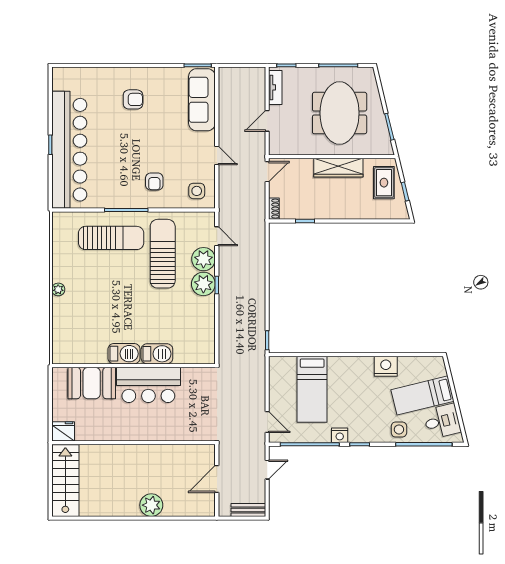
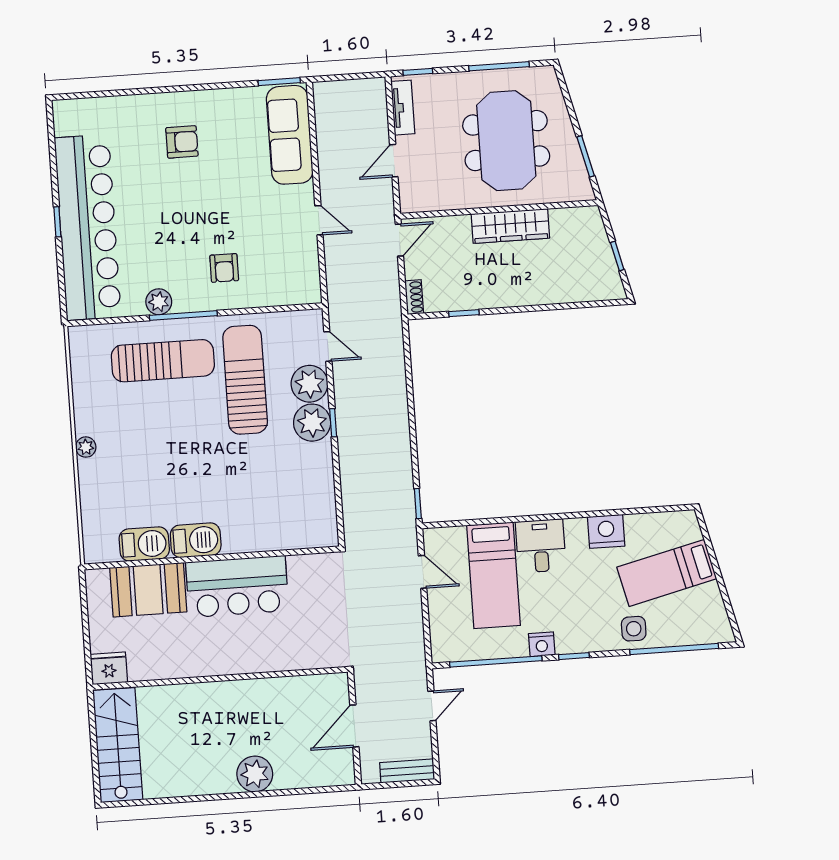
rug: (384, 183) -> (583, 244), removed
side table: (197, 191) -> (291, 278), removed
plant: (111, 200) -> (159, 302), added
barbecue: (157, 354) -> (144, 544), moved
desk: (442, 421) -> (541, 546), moved, turned -76
door: (267, 422) -> (423, 572), moved

